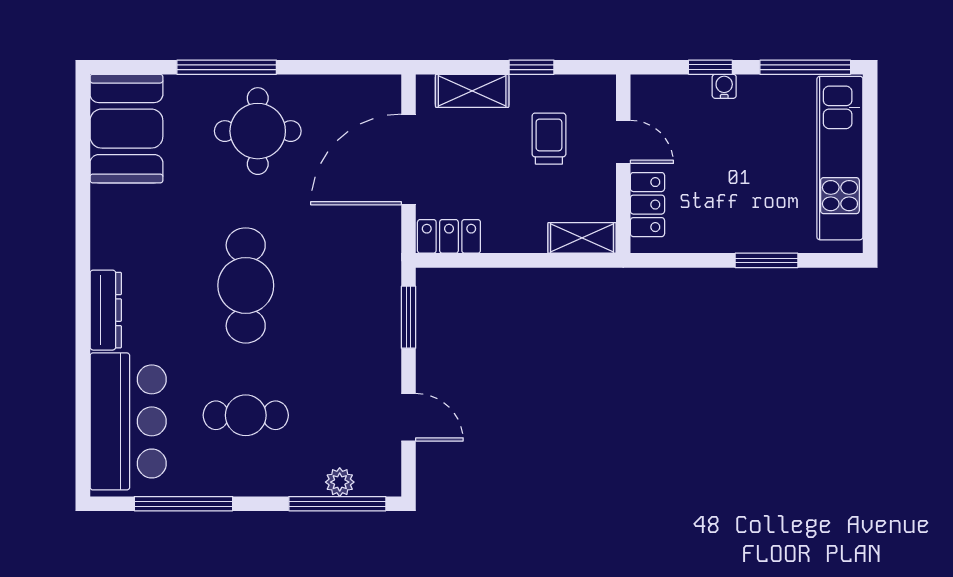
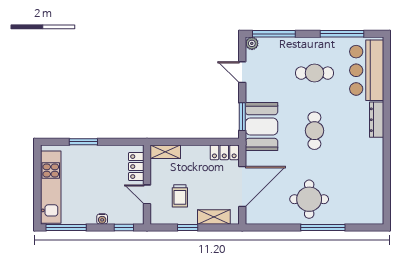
window: (710, 67) -> (124, 228), moved
booth: (126, 129) -> (262, 127), moved
cafe table: (246, 285) -> (314, 131), width x0.73, depth x0.74
plant: (340, 482) -> (252, 43), moved

